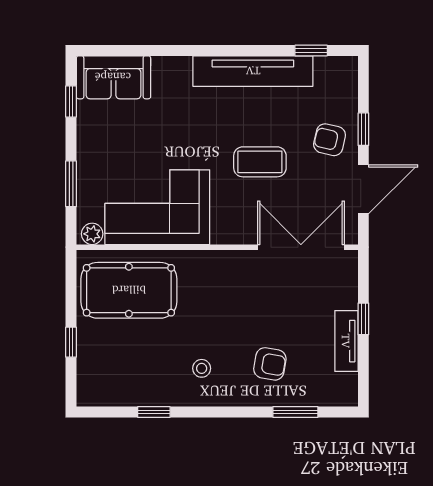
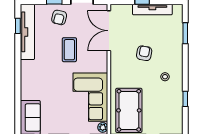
tv unit: (253, 71) -> (27, 32), moved
tv unit: (346, 341) -> (152, 10), width x1.41
armchair: (270, 364) -> (144, 53), moved

